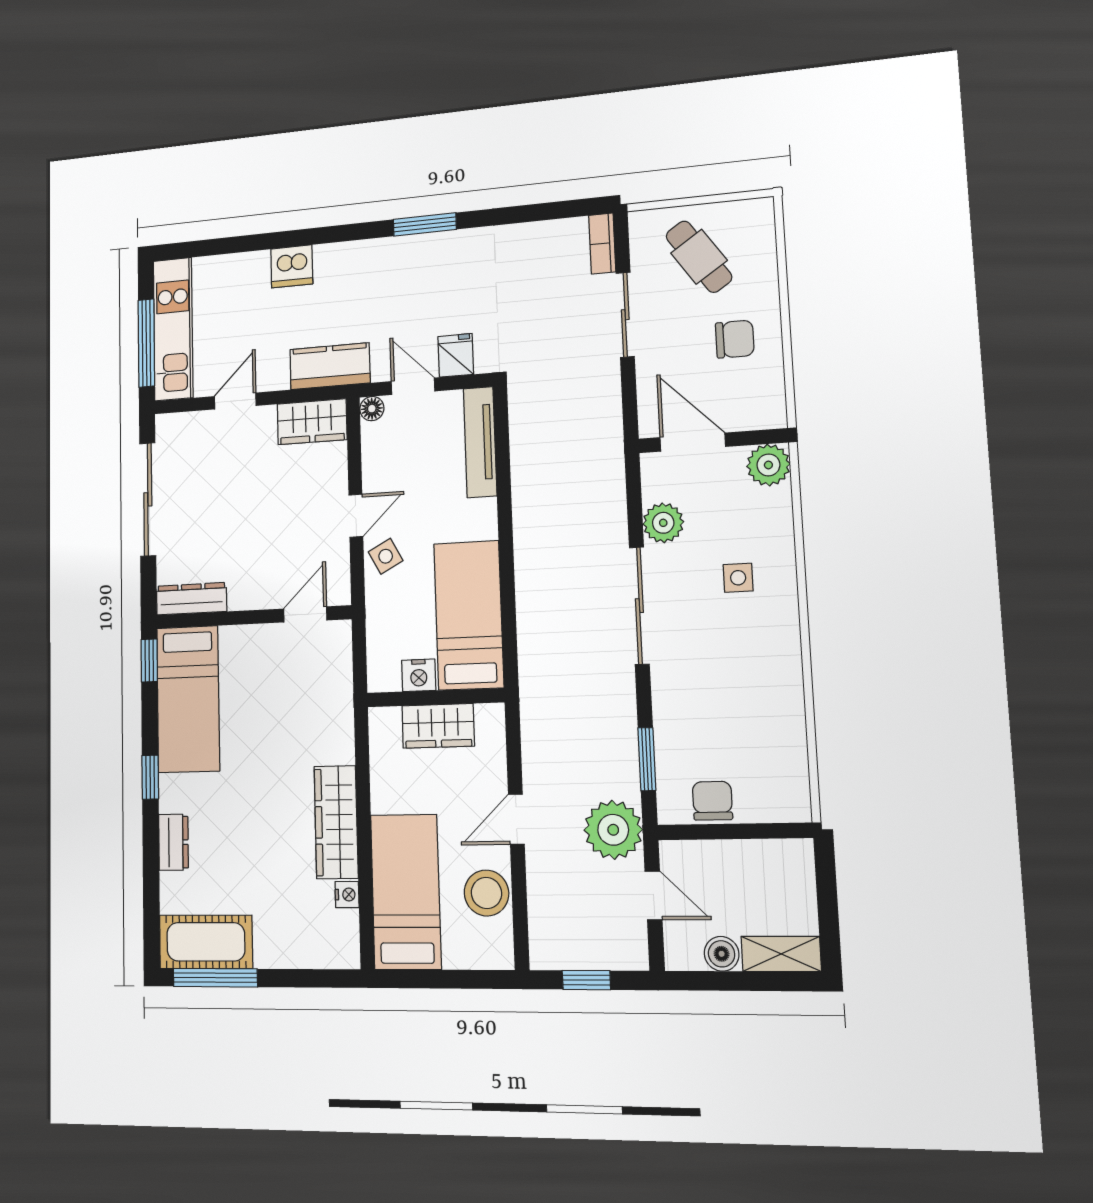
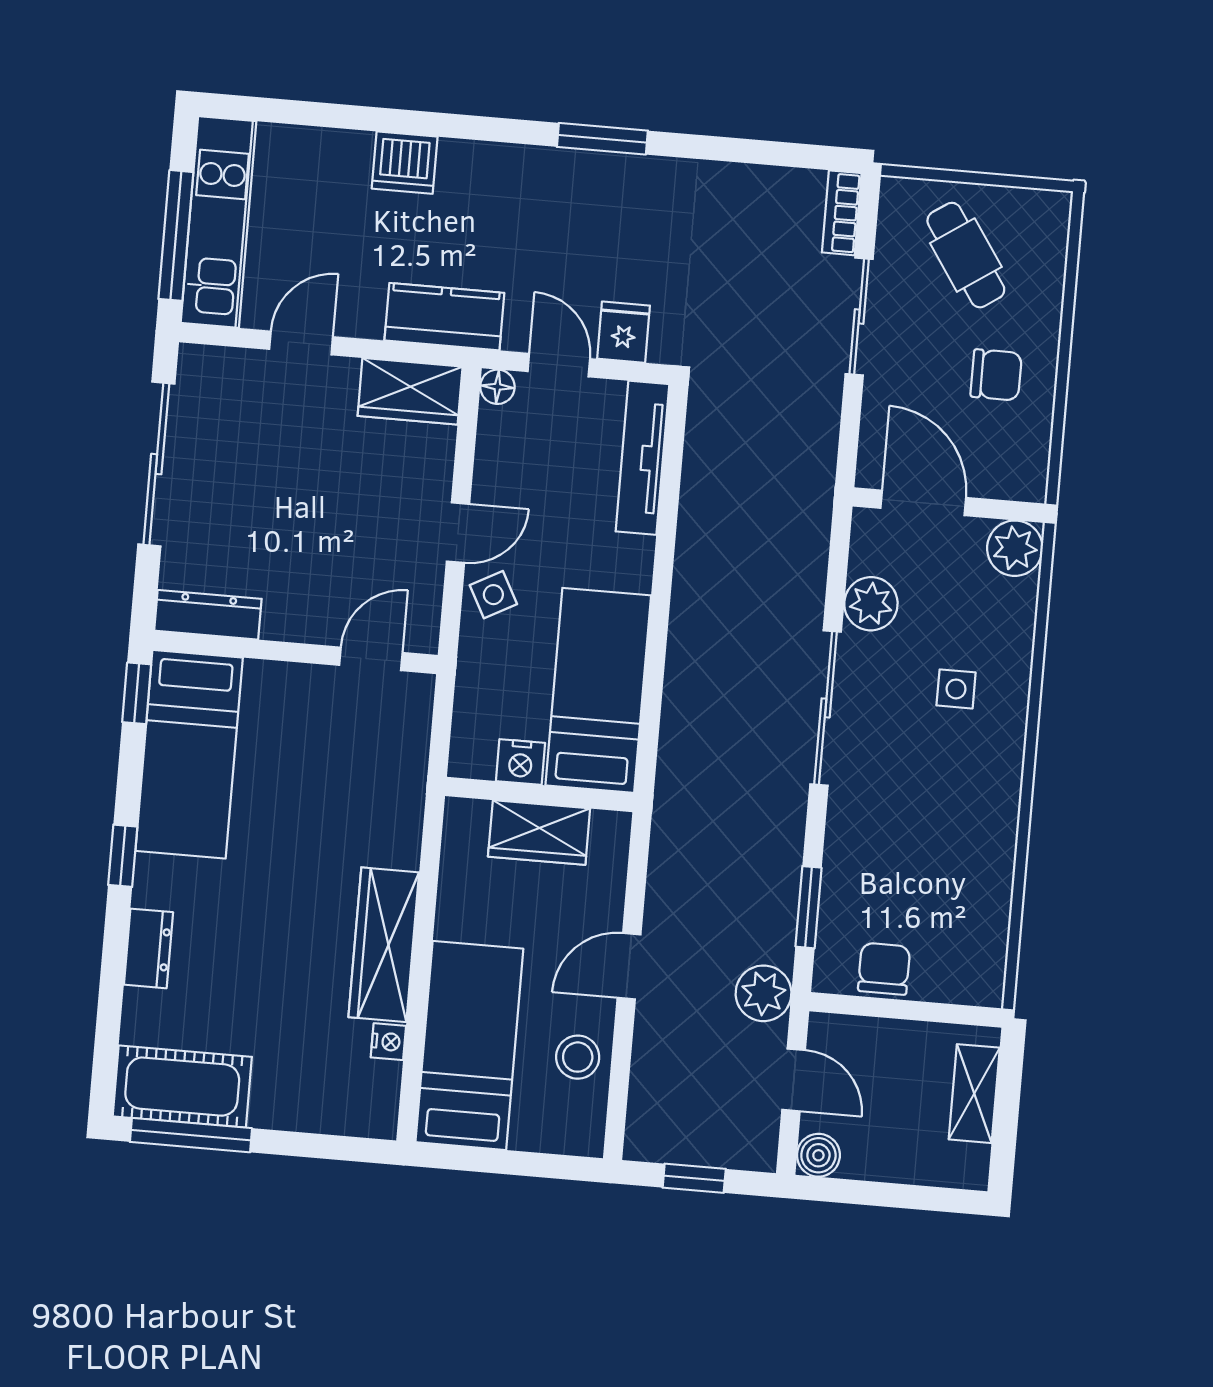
plant: (613, 830) -> (763, 993), width x0.73, depth x0.73
stool: (486, 893) -> (578, 1057), width x0.73, depth x0.73
boiler: (722, 954) -> (818, 1155), moved
shelving: (781, 954) -> (974, 1094), moved, turned 90

